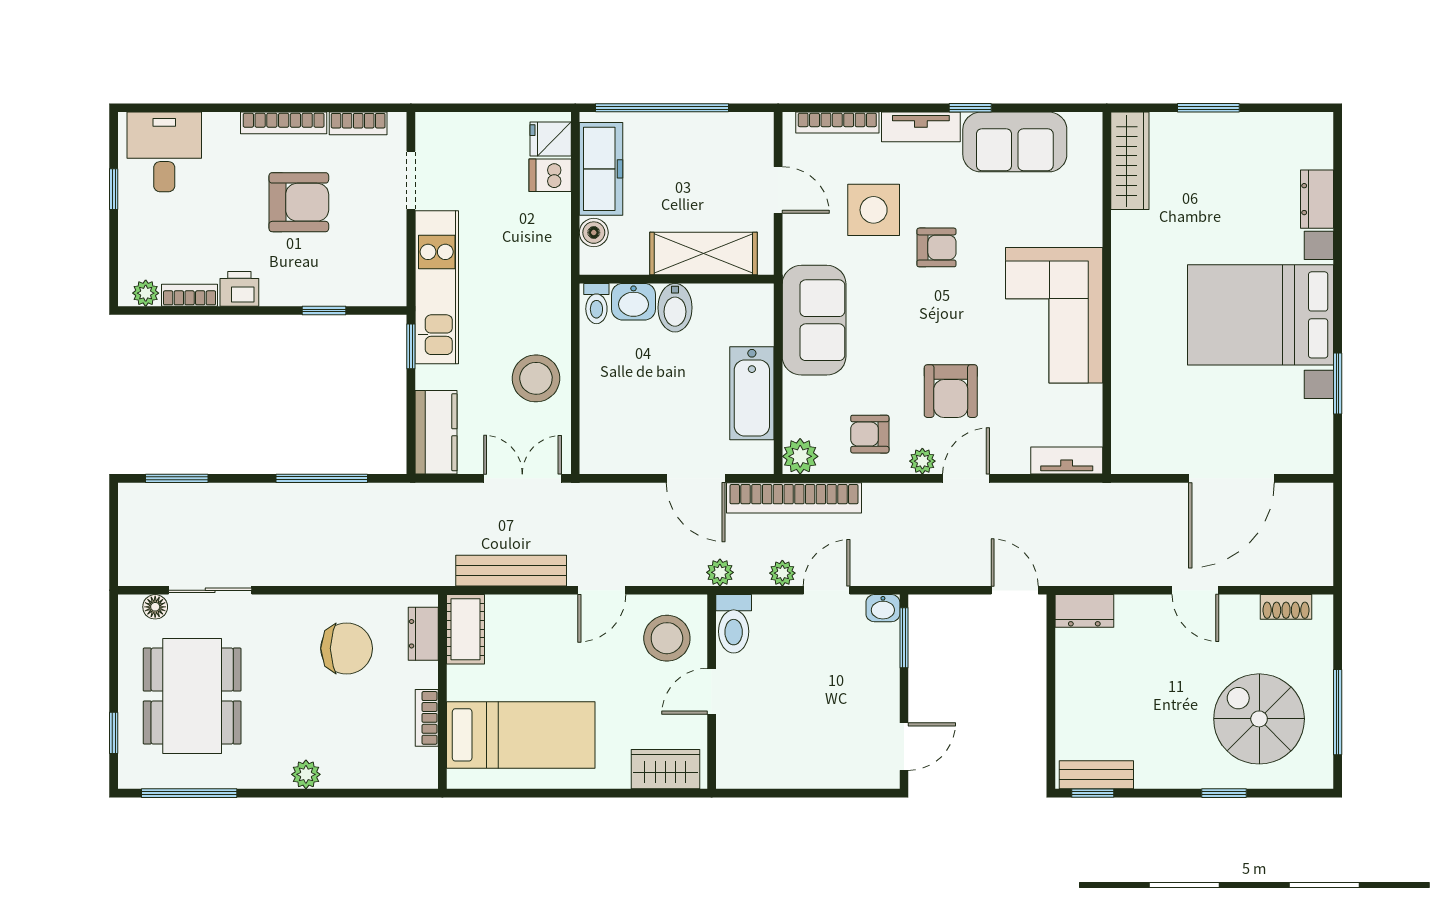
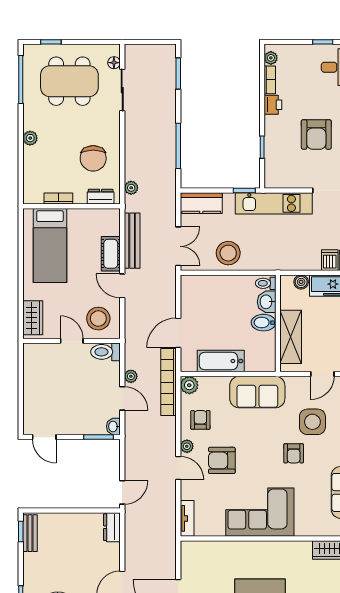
plant: (720, 572) -> (131, 188), moved
cot: (465, 629) -> (111, 254), moved, turned 90

